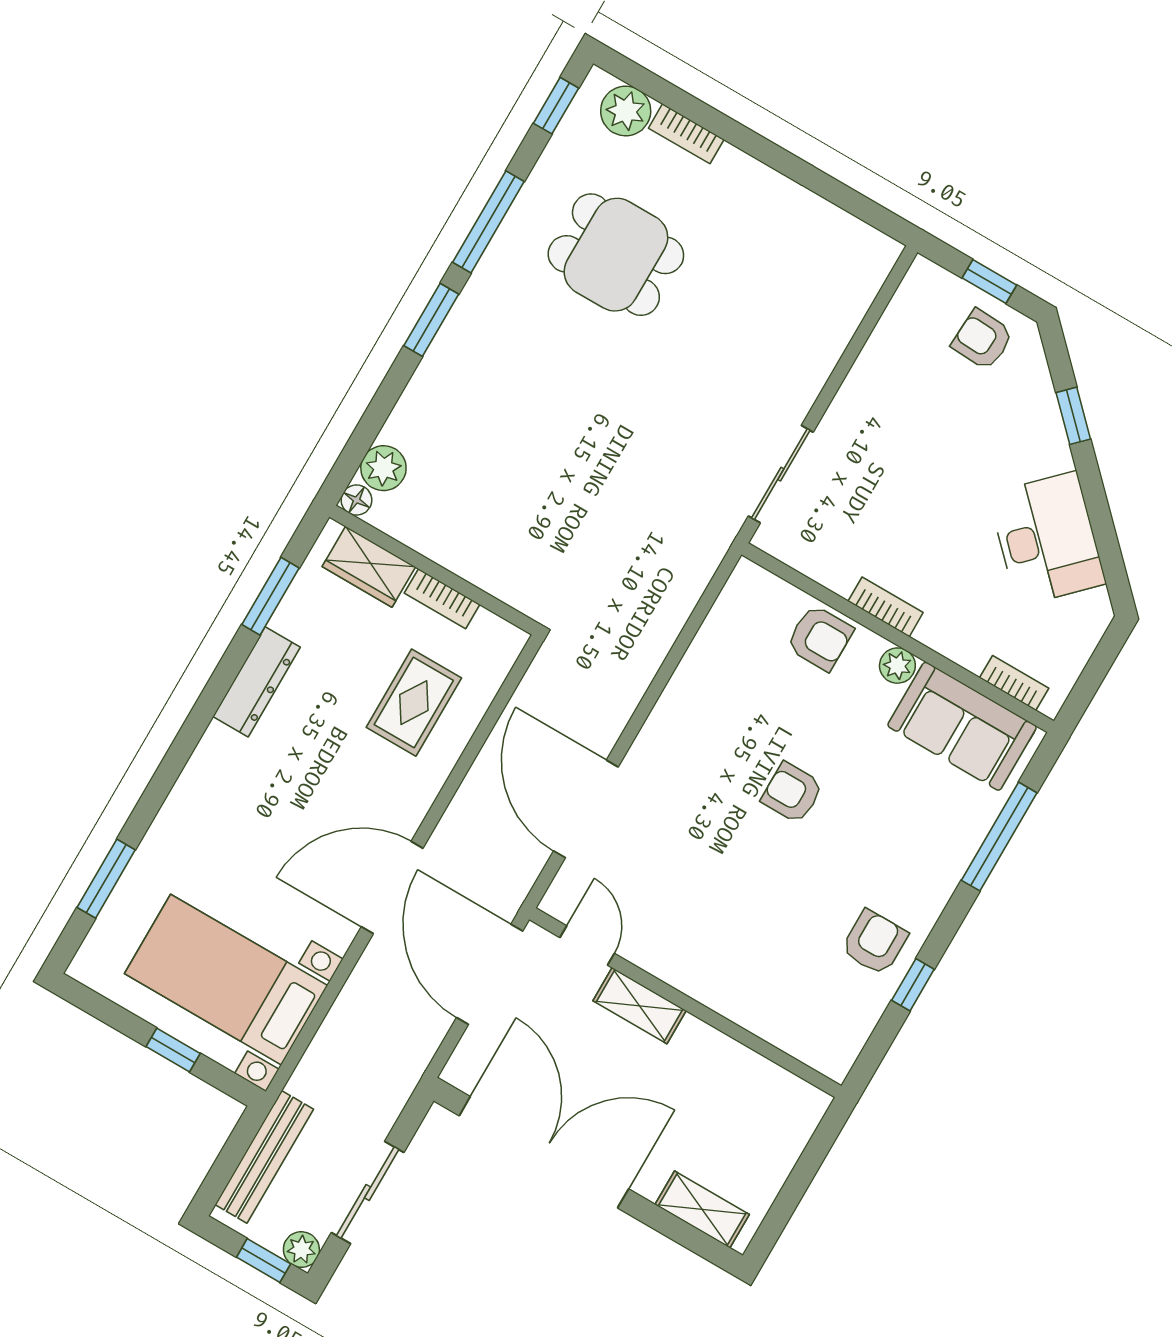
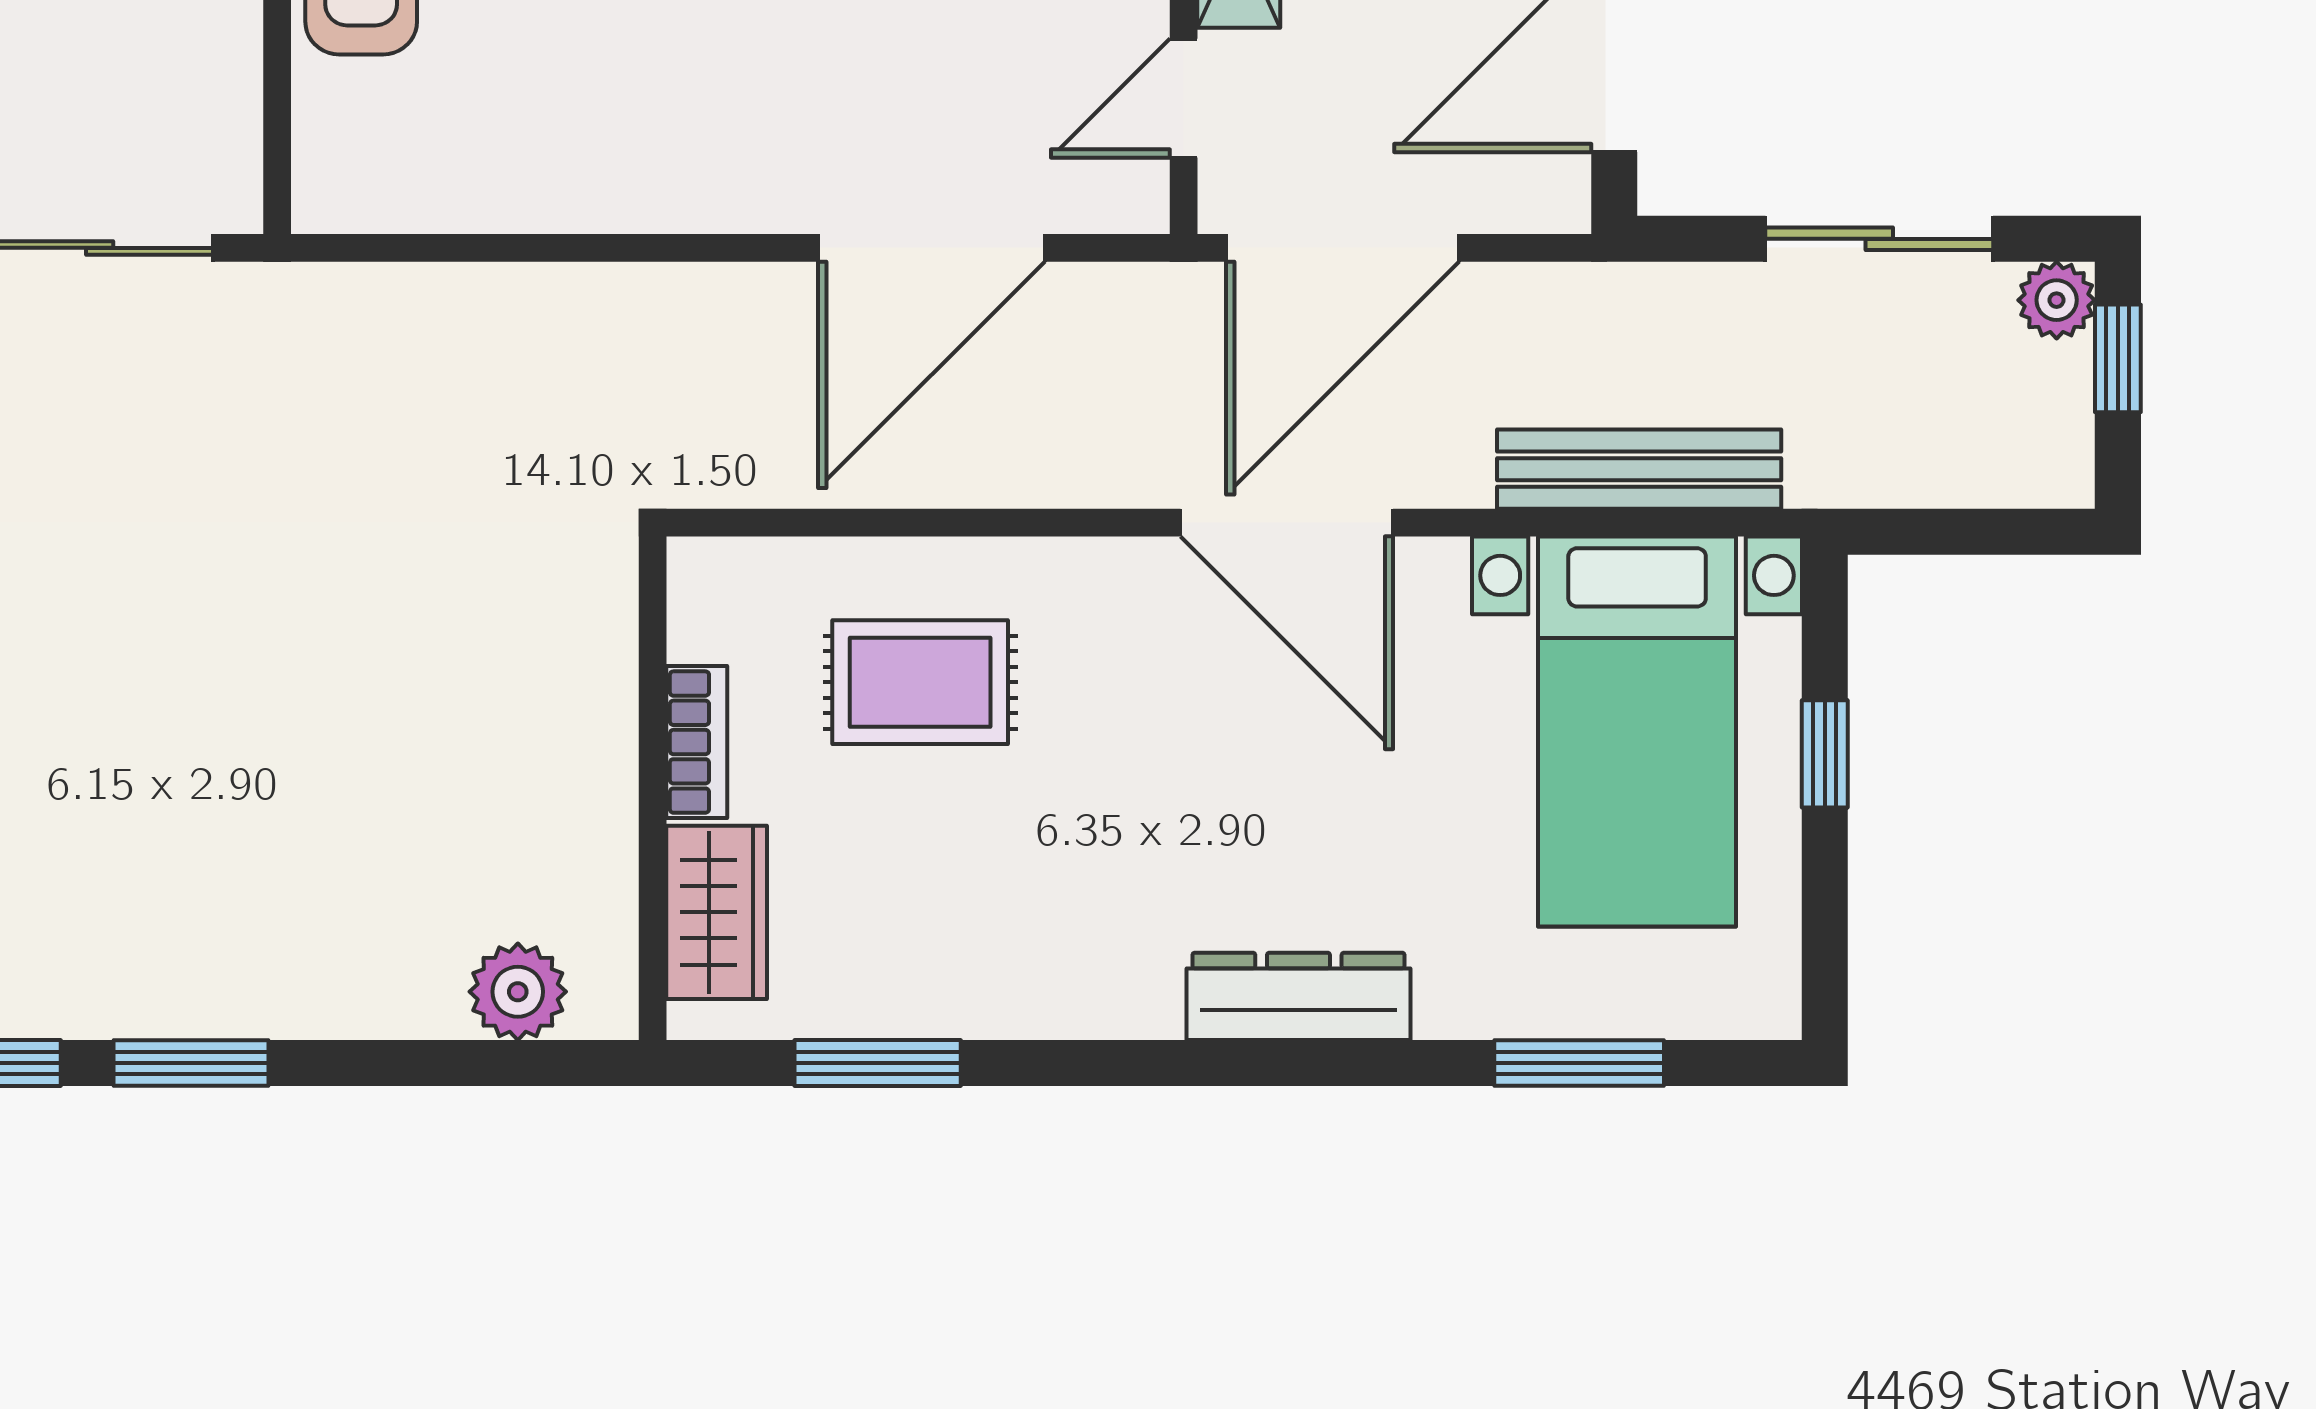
floor lamp: (356, 500) -> (606, 1008), removed
dresser: (257, 682) -> (1298, 996), moved
bench: (264, 1157) -> (1639, 469), moved

